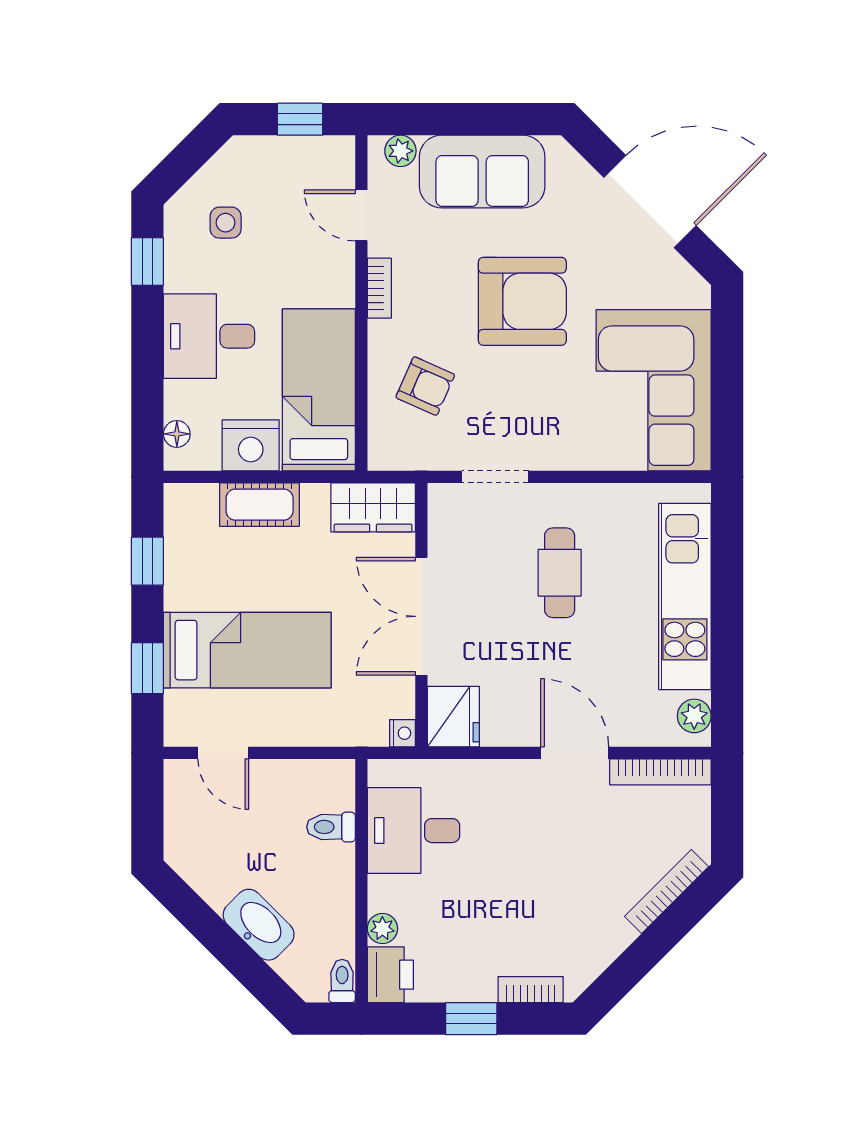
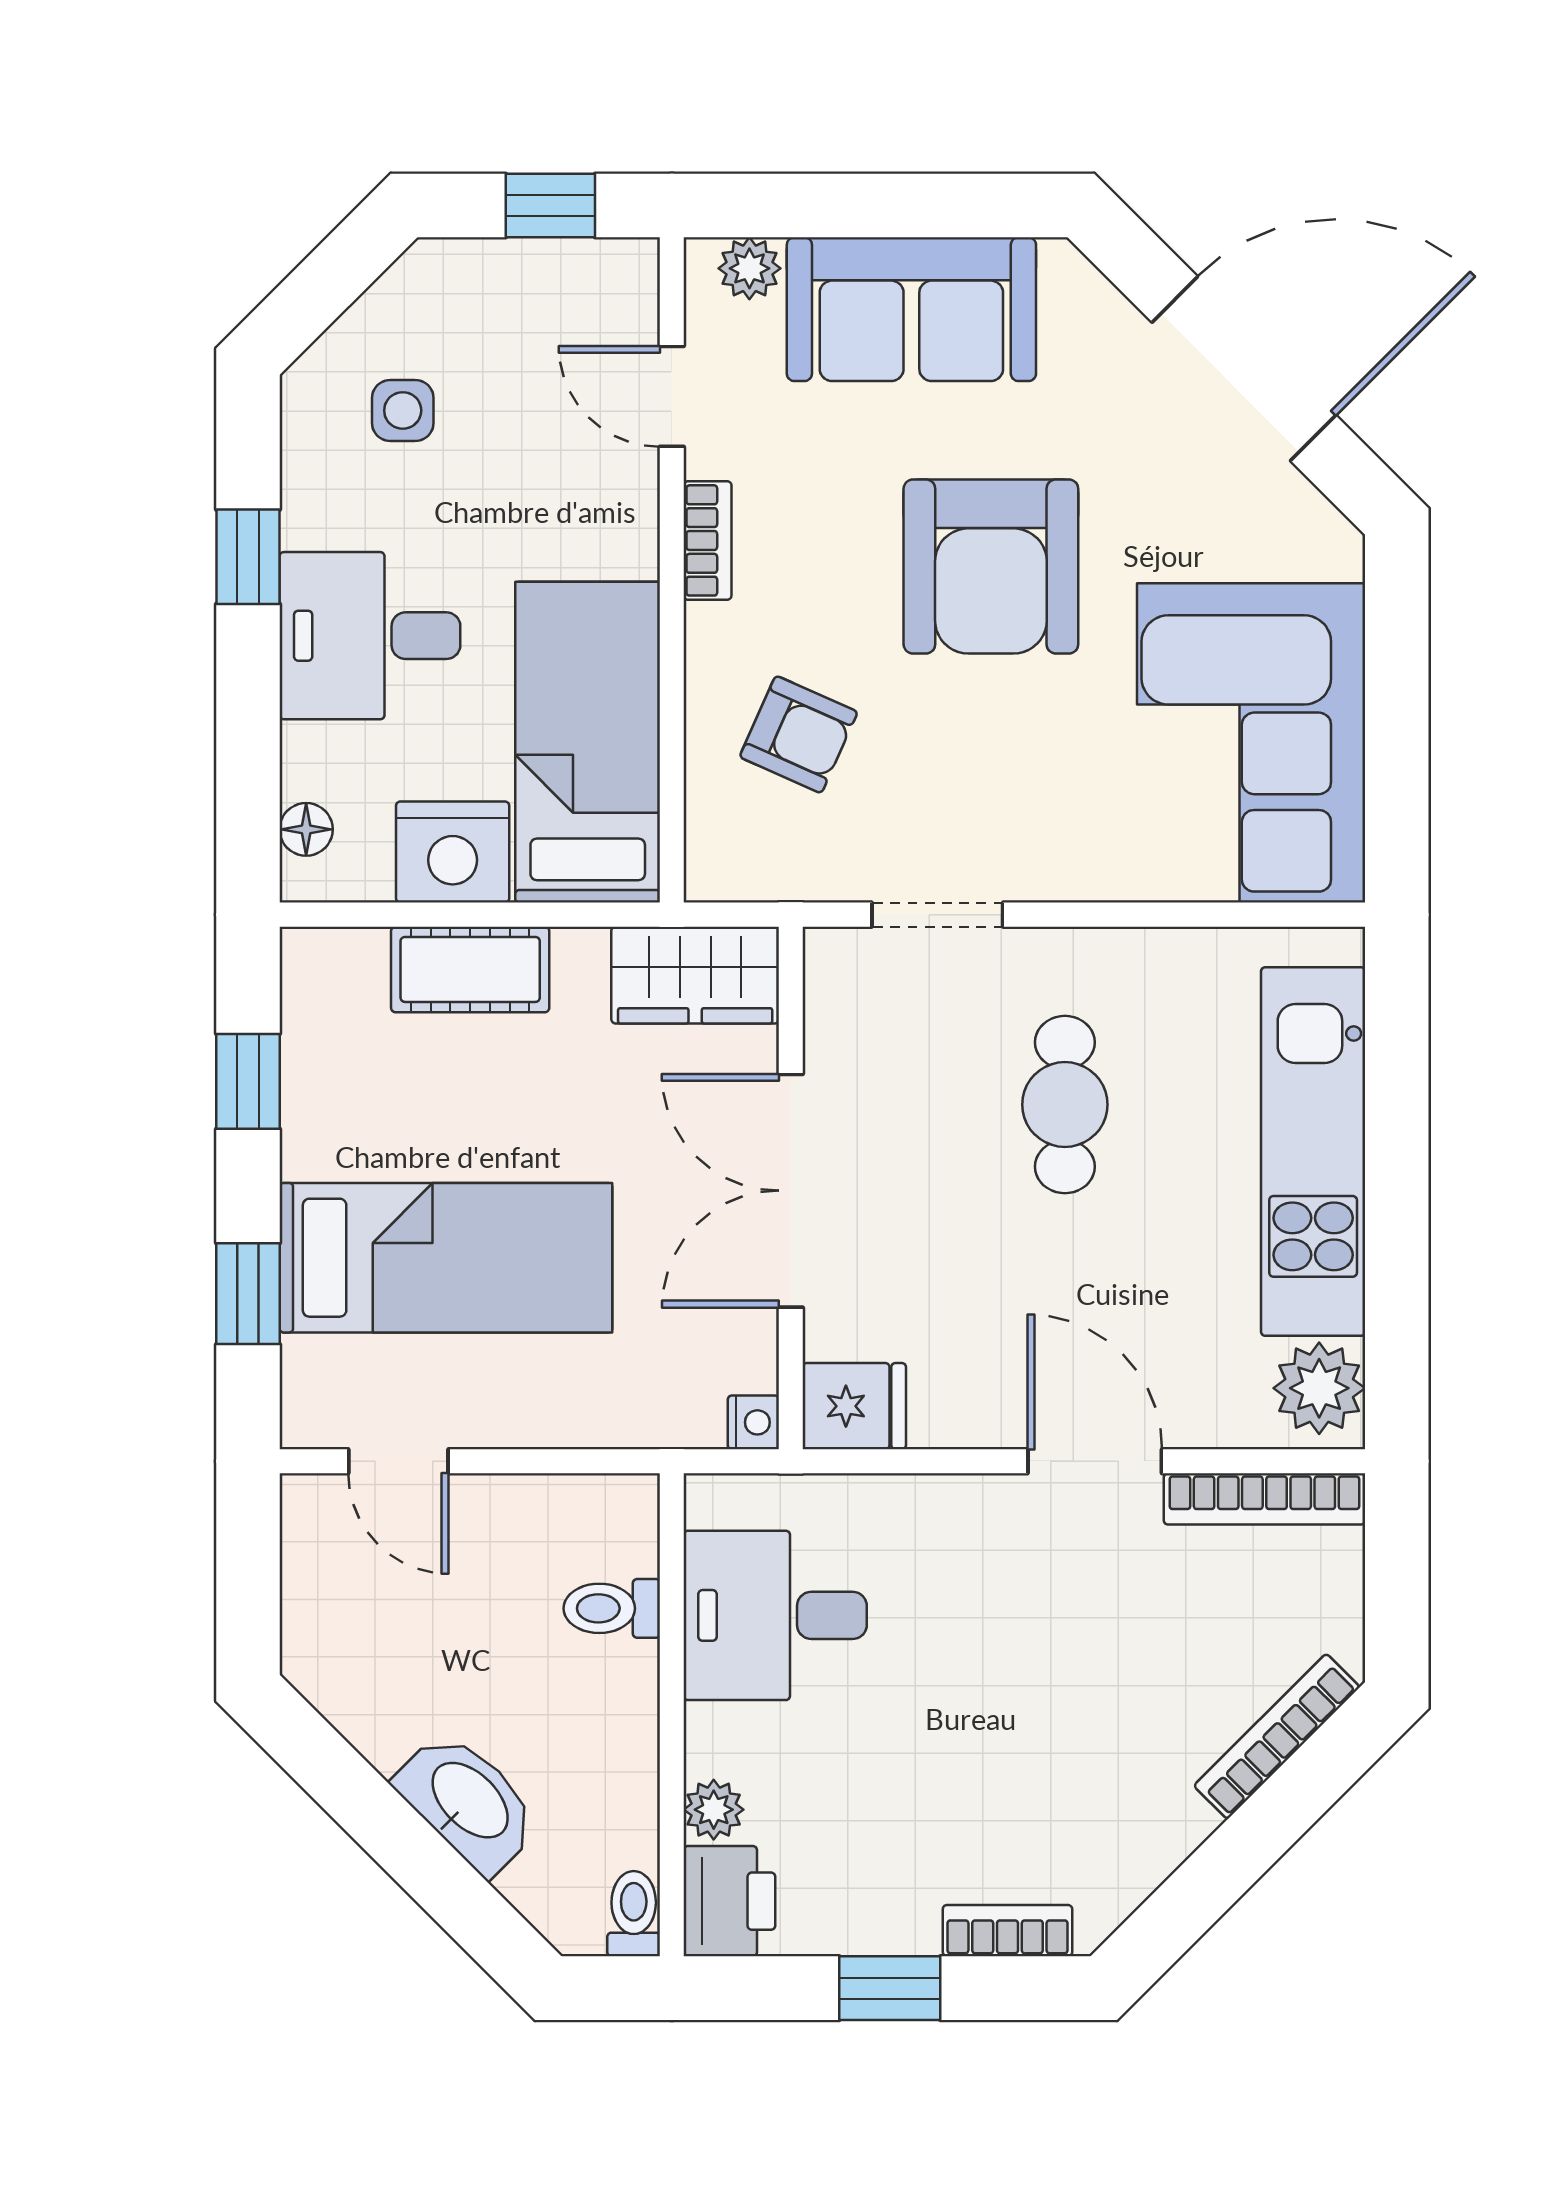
window: (147, 262) -> (248, 557), moved
armchair: (522, 301) -> (991, 567), turned 90
plant: (694, 716) -> (1319, 1388), width x1.38, depth x1.38
fridge: (453, 717) -> (854, 1406), width x0.72

